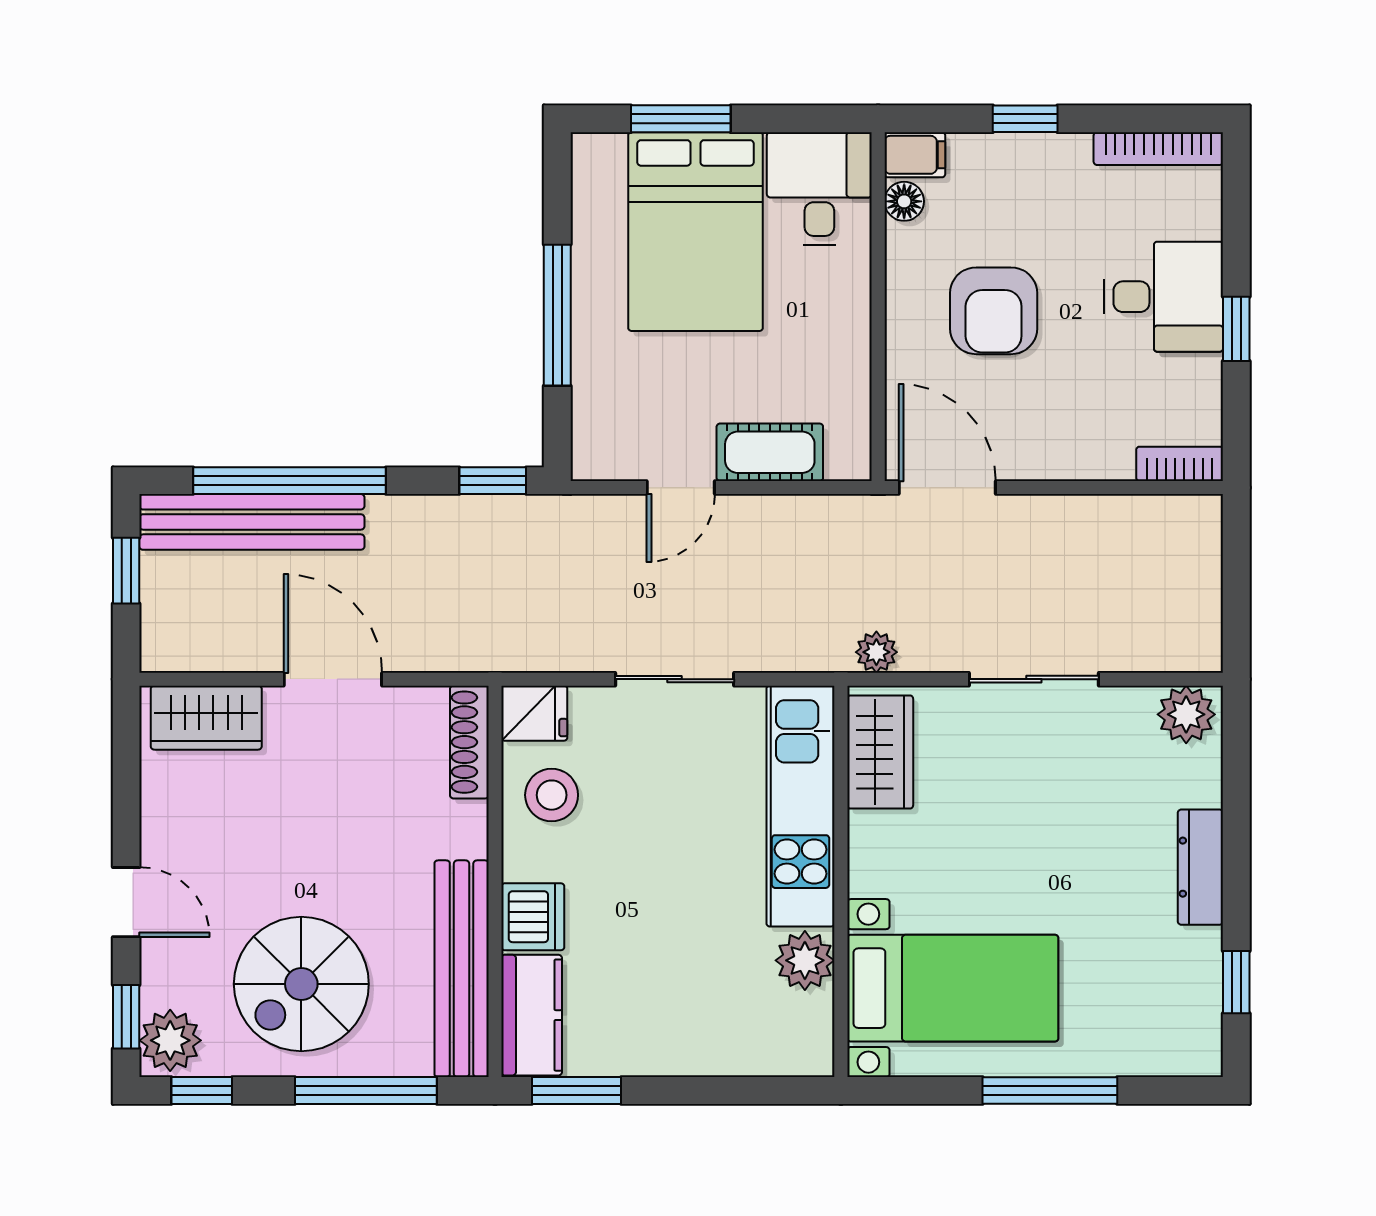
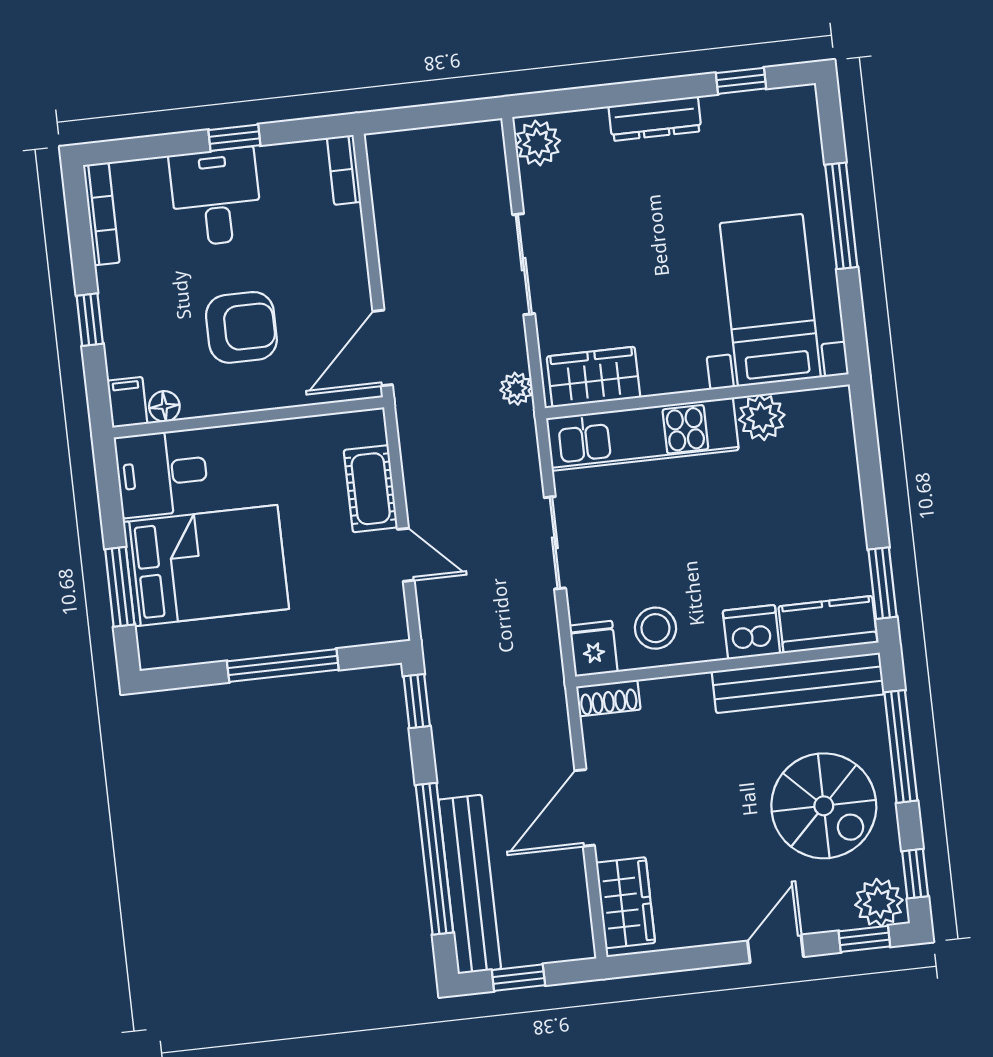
shoe rack: (469, 742) -> (608, 698), width x0.70

